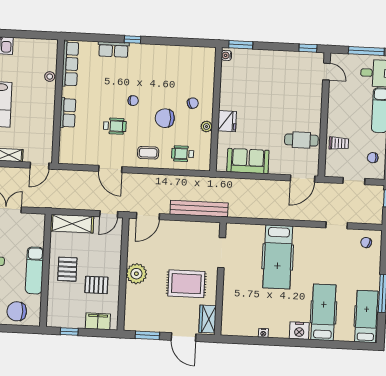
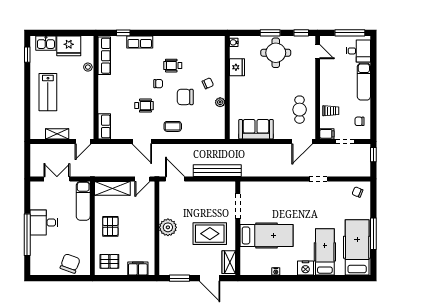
window: (133, 39) -> (123, 33), moved
window: (241, 45) -> (270, 33), moved
fridge: (28, 50) -> (69, 46), added
round table: (276, 70) -> (276, 53), added
row of seats: (68, 113) -> (104, 126), moved
fridge: (227, 121) -> (237, 67), moved
cafe table: (301, 140) -> (300, 110), turned 90
wheelchair: (183, 154) -> (173, 66), moved
filing cabinet: (333, 171) -> (327, 134), added
door: (148, 216) -> (175, 179), swing flipped
doorway: (337, 225) -> (318, 179), moved
hospital bed: (278, 257) -> (266, 235), moved, turned -90
exam couch: (35, 270) -> (83, 201), moved
pallet: (96, 285) -> (109, 261), moved
chair: (17, 311) -> (70, 263), turned 110
hospital bed: (366, 317) -> (357, 247), width x1.37, depth x1.29
window: (69, 332) -> (114, 278), removed

